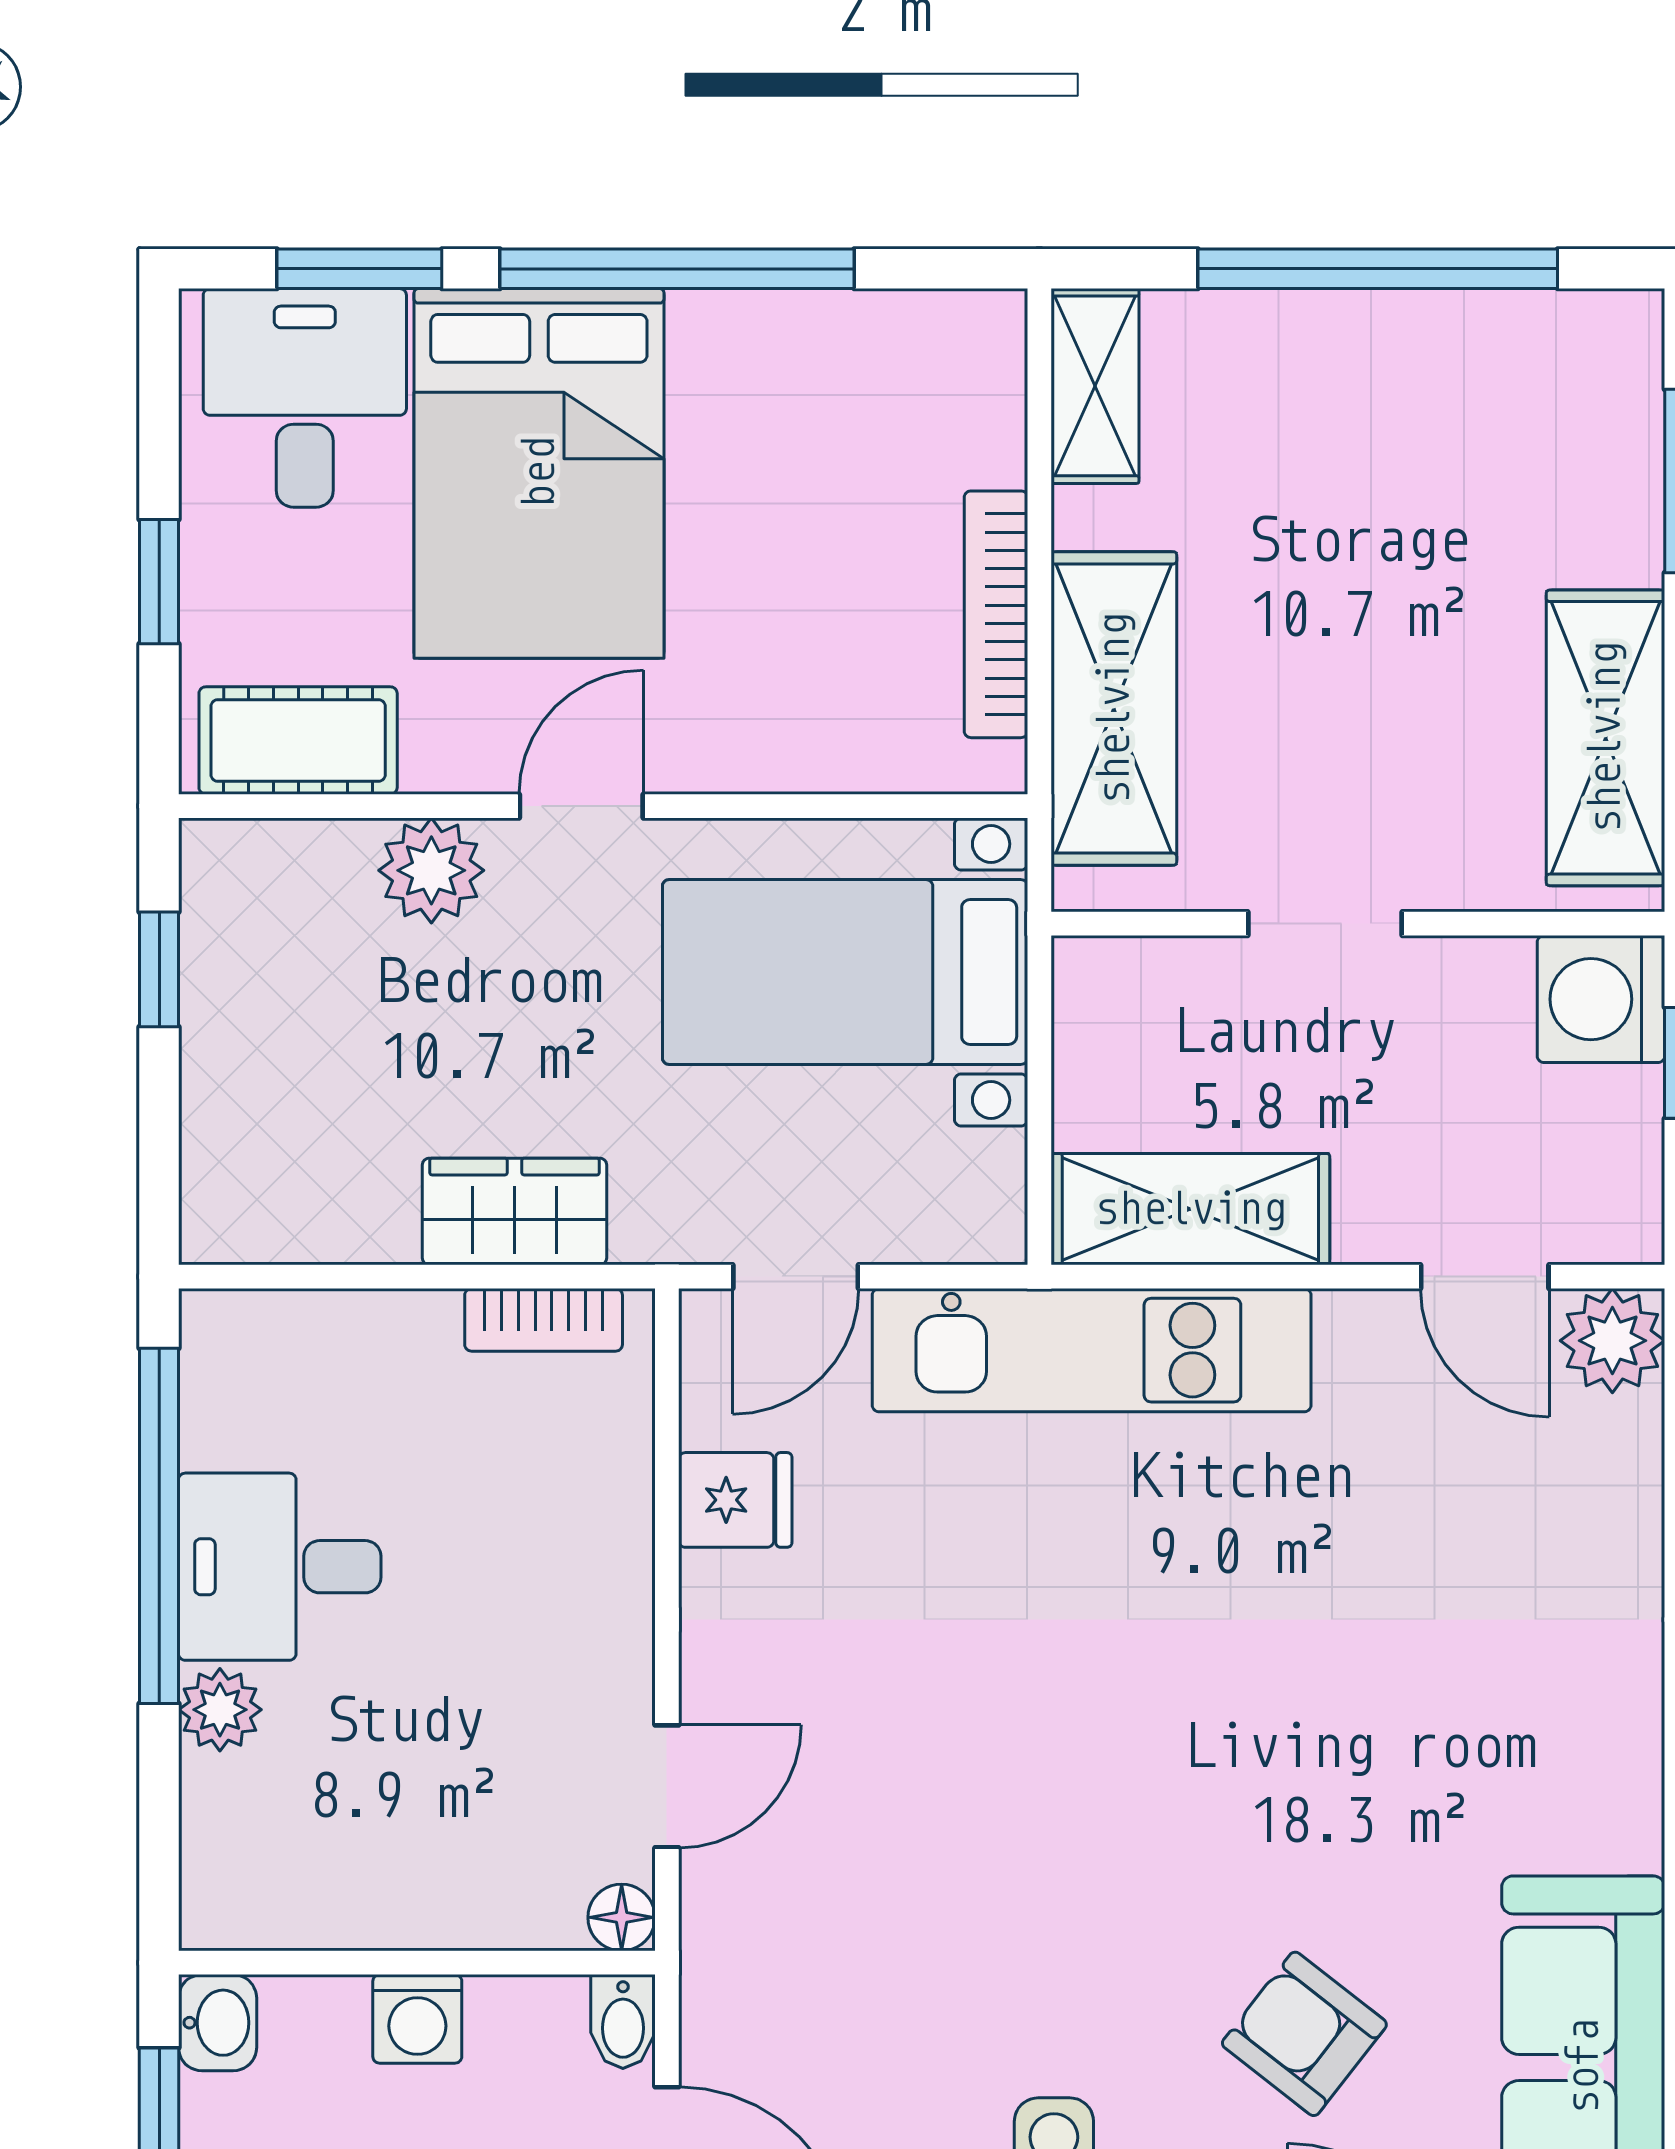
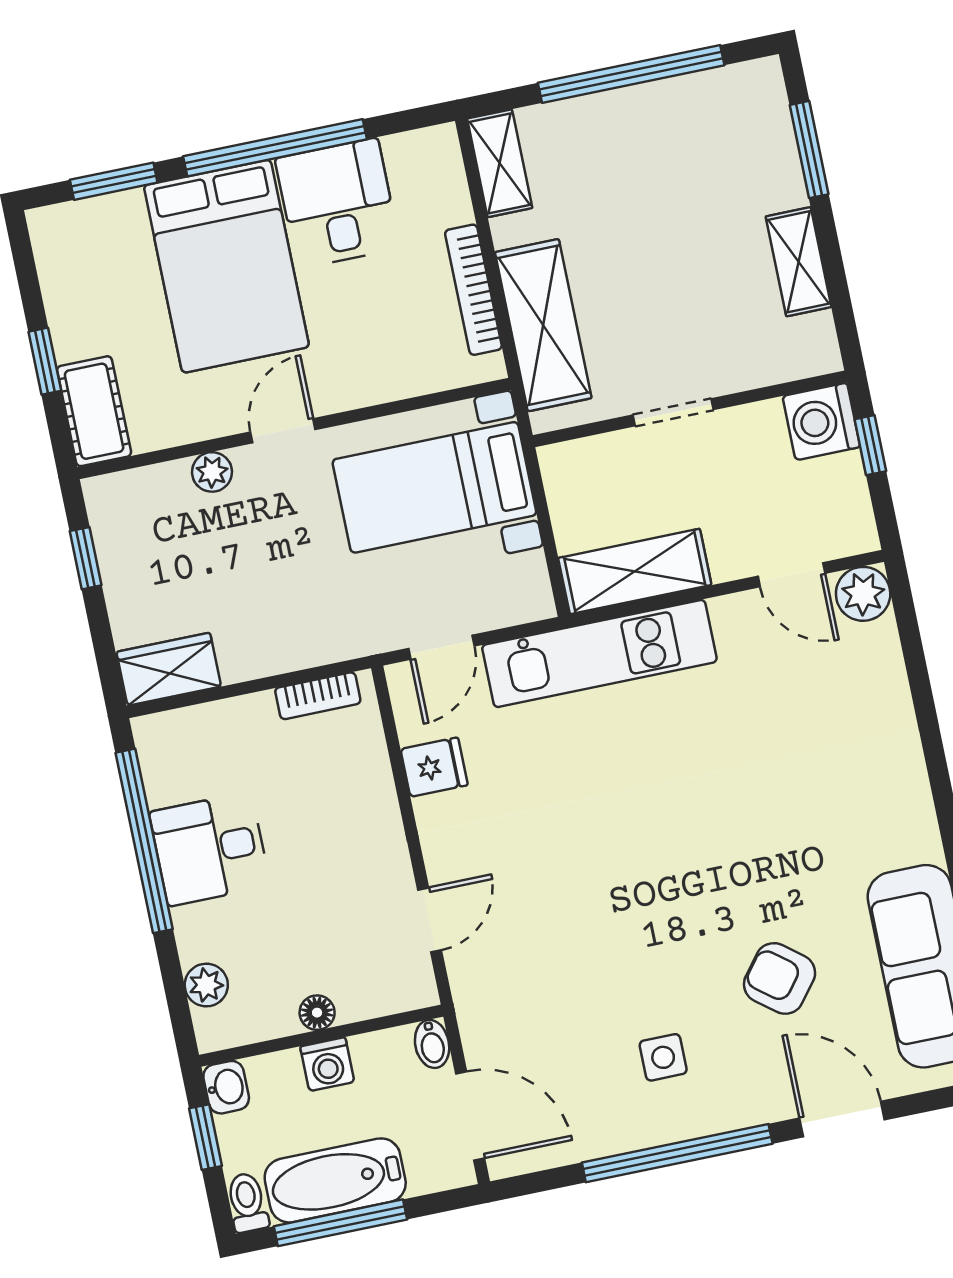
desk: (305, 398) -> (337, 203), moved
shelving: (1605, 738) -> (798, 262), width x0.67, depth x0.75
cot: (298, 740) -> (94, 411), moved, turned 90
plant: (431, 870) -> (212, 472), width x0.73, depth x0.73
wardrobe: (515, 1211) -> (169, 669), moved
plant: (220, 1710) -> (206, 985), moved
floor lamp: (622, 1917) -> (317, 1013), moved

